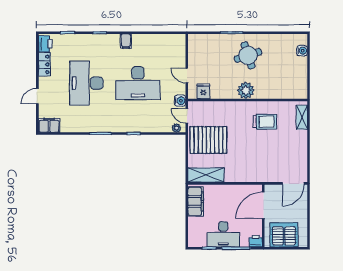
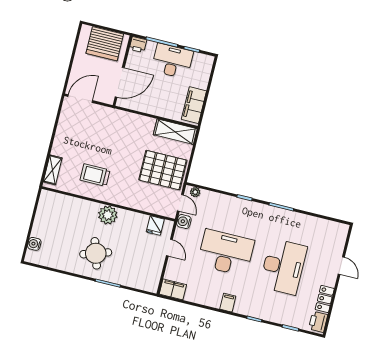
door: (37, 96) -> (341, 266), hinge flipped
filing cabinet: (49, 125) -> (173, 289), moved, turned 180

